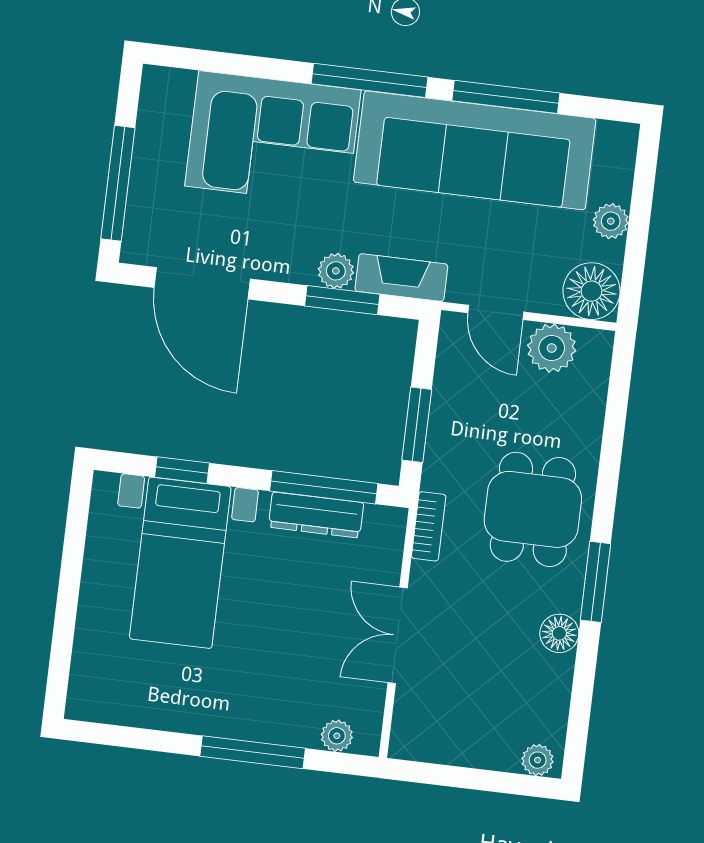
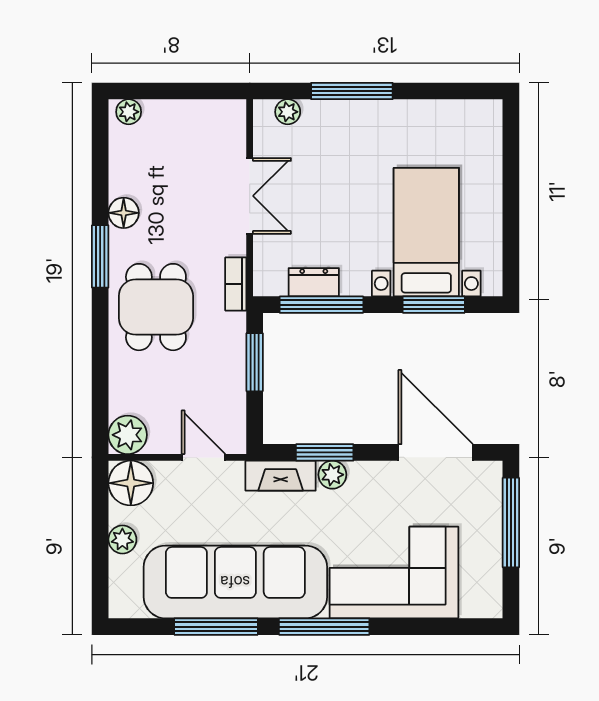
plant: (552, 348) -> (128, 435), moved
window: (182, 470) -> (434, 305), width x1.50
dresser: (316, 515) -> (314, 282), width x0.70

